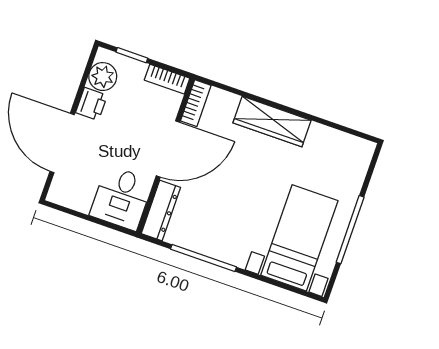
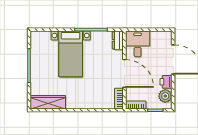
wardrobe: (272, 122) -> (48, 102), moved
door: (168, 149) -> (124, 73), swing flipped
dresser: (161, 210) -> (118, 40), width x0.70
bed with nightstands: (299, 238) -> (71, 54), moved

